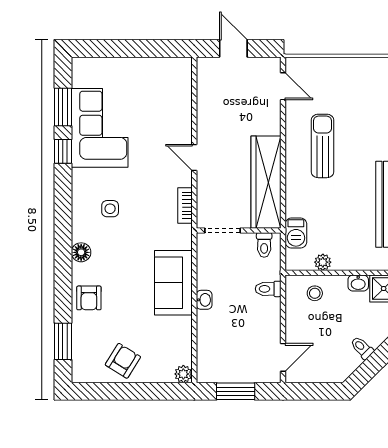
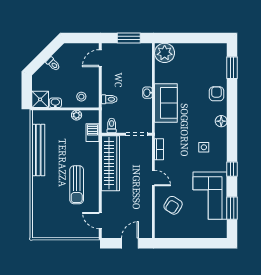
door: (233, 48) -> (130, 243), swing flipped
window: (63, 151) -> (232, 169), moved
armchair: (123, 361) -> (173, 205), moved
plant: (183, 374) -> (165, 53), width x1.87, depth x1.87

